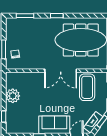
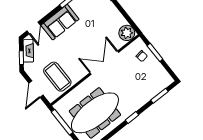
double door: (61, 71) -> (104, 63), moved
plant: (13, 96) -> (127, 33), moved

